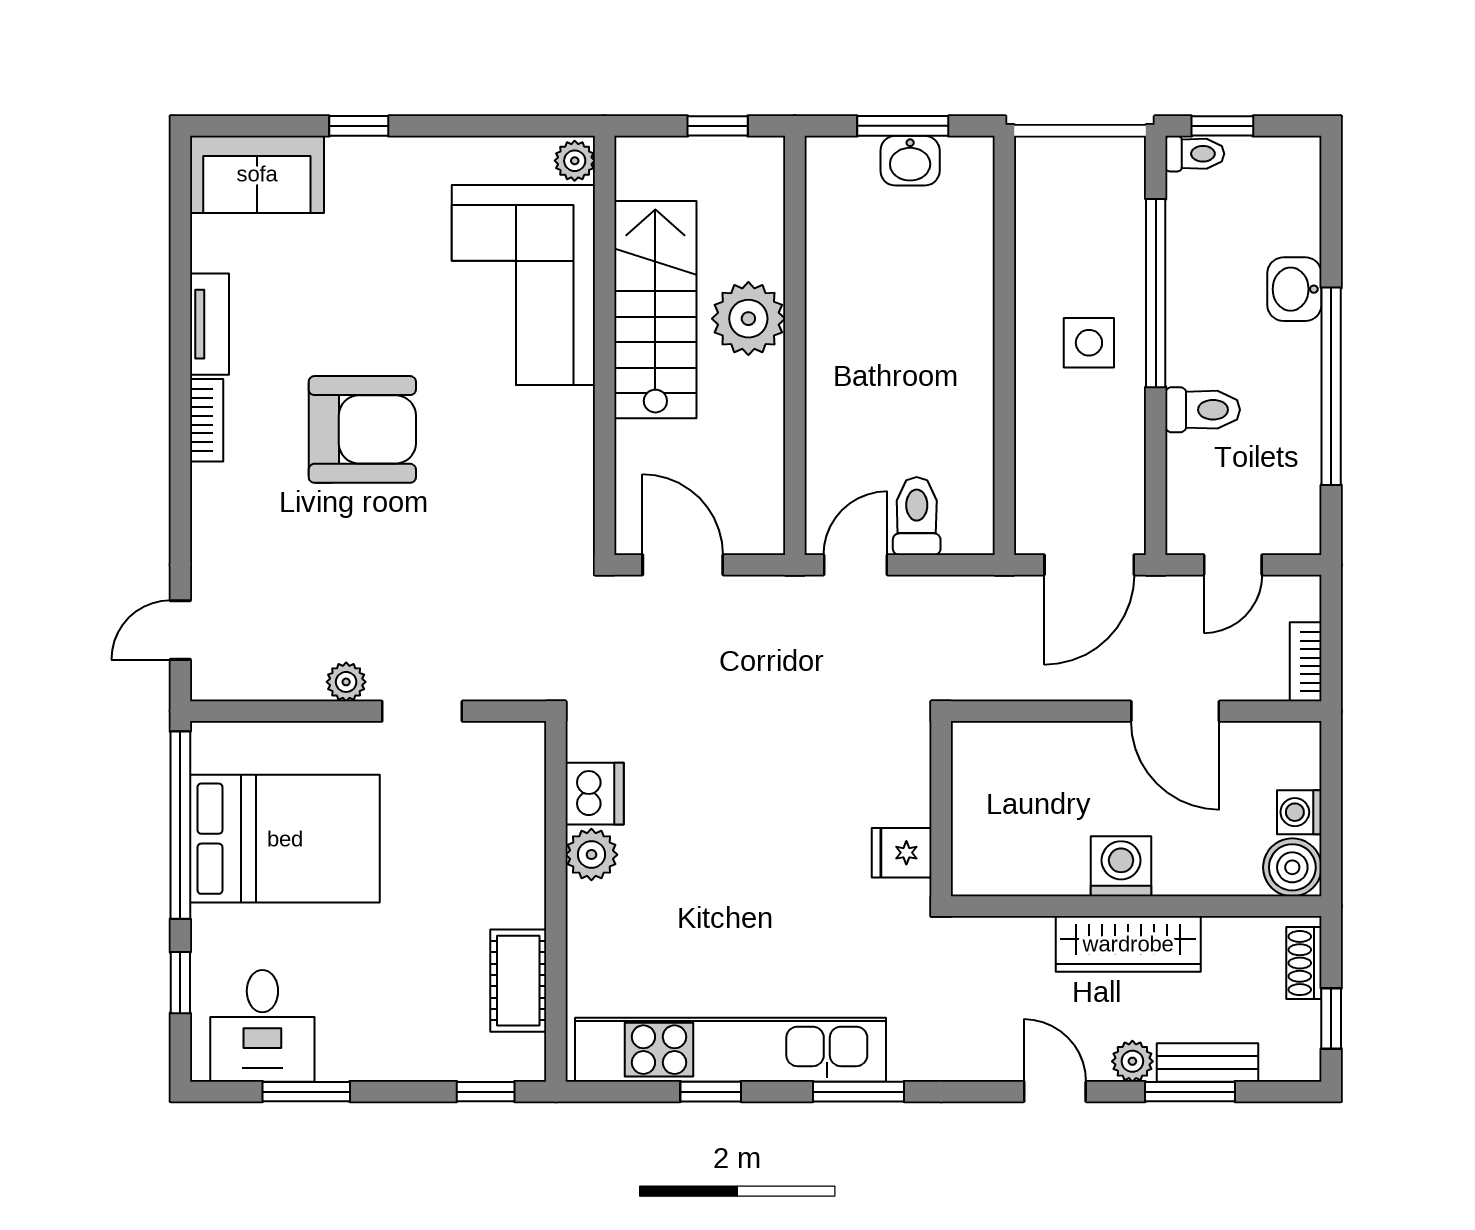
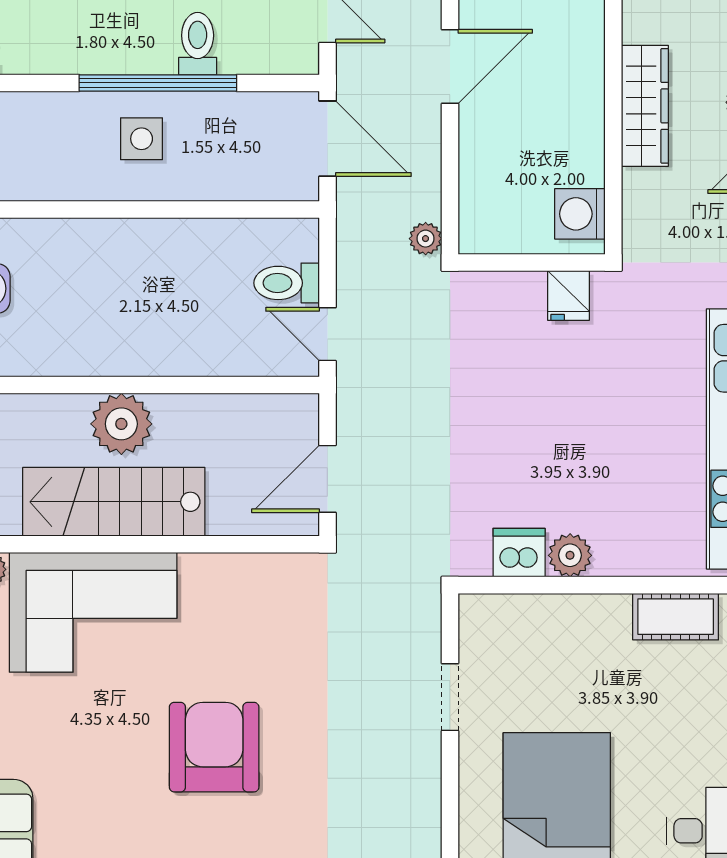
window: (1156, 293) -> (158, 83), moved
plant: (346, 682) -> (426, 239), moved
washing machine: (1121, 866) -> (580, 214), moved

